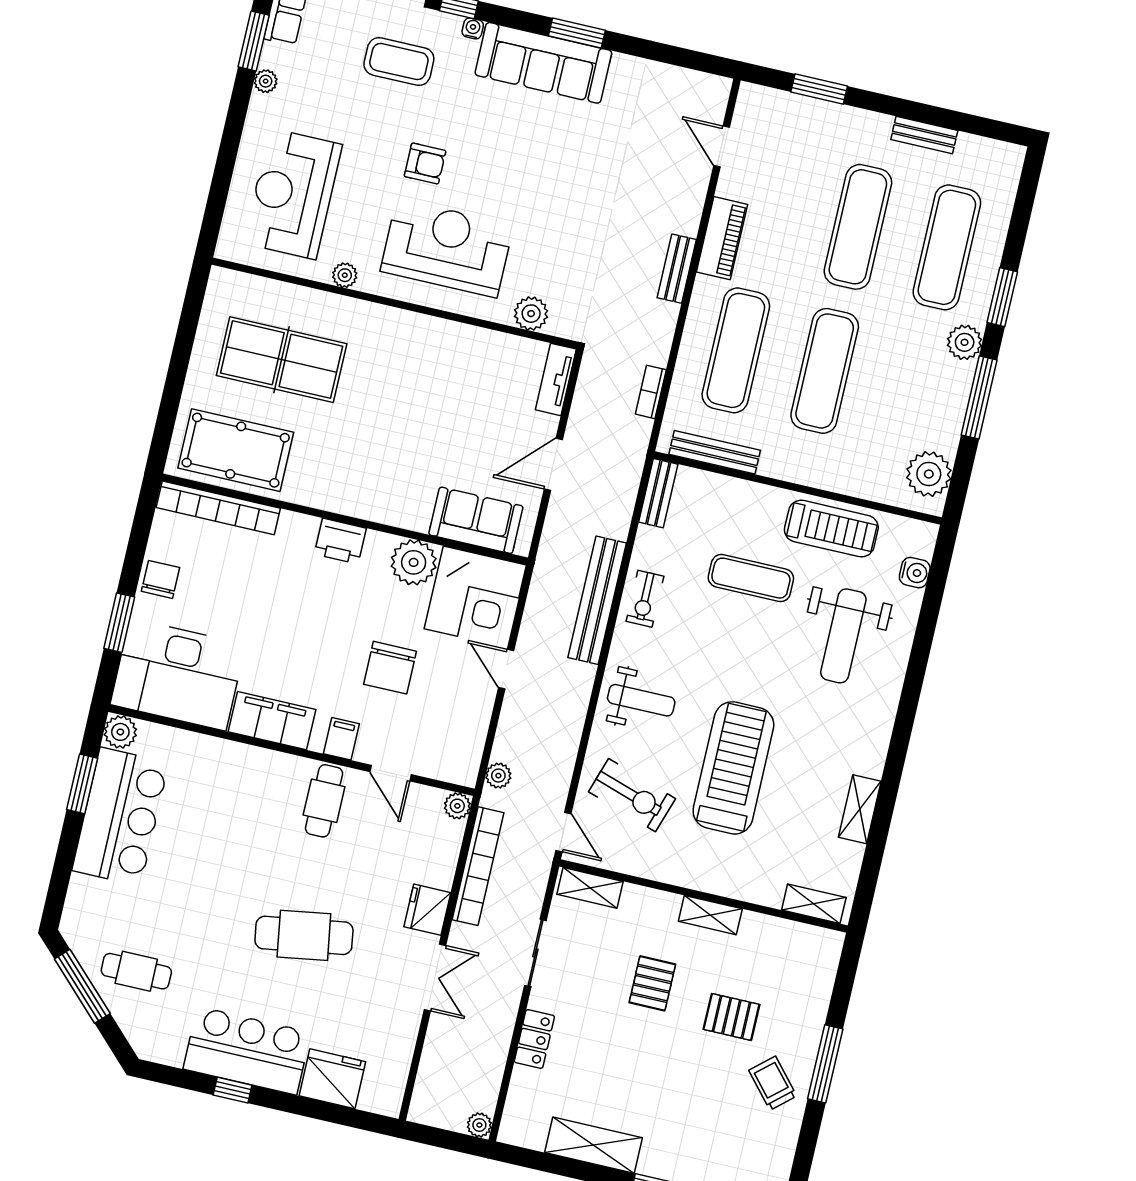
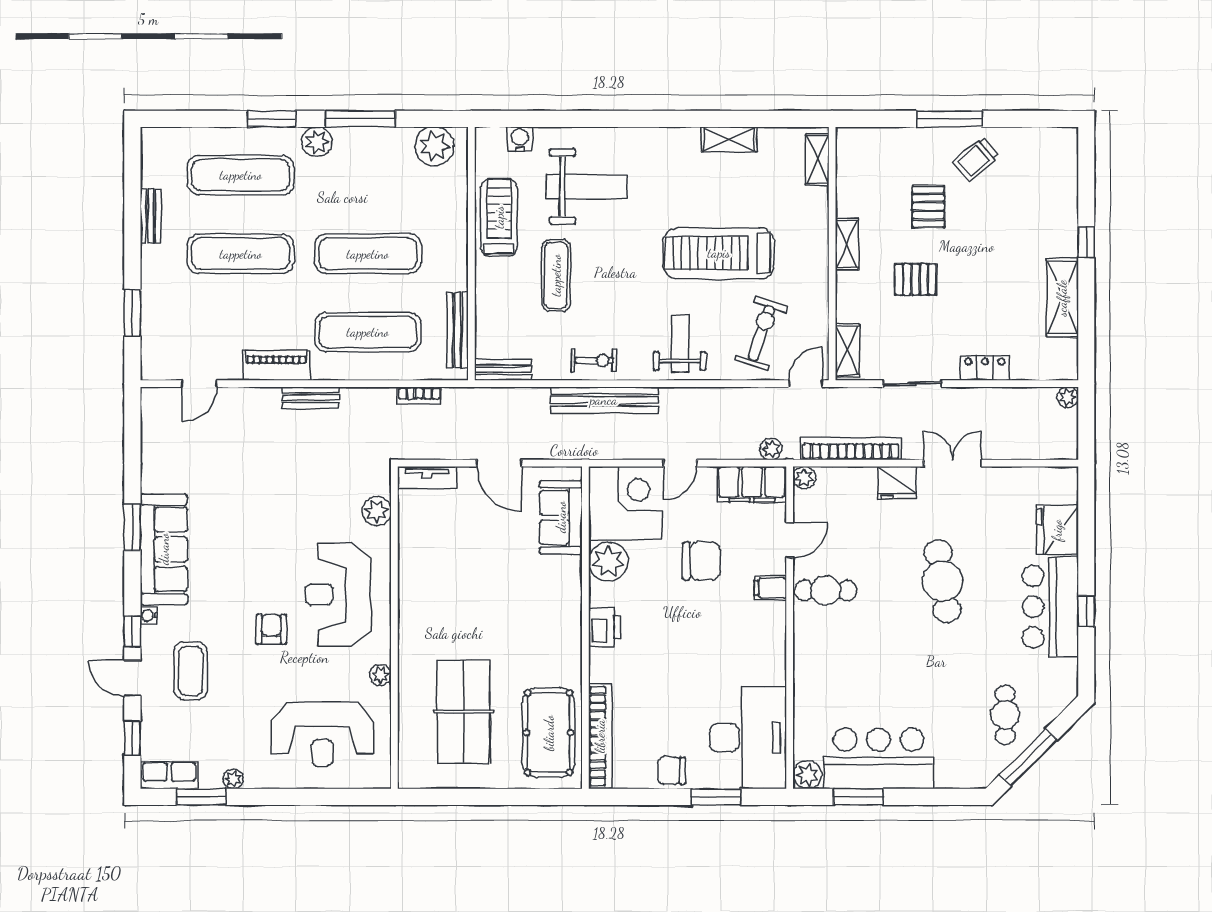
filing cabinet: (272, 721) -> (752, 484), moved, turned -90

